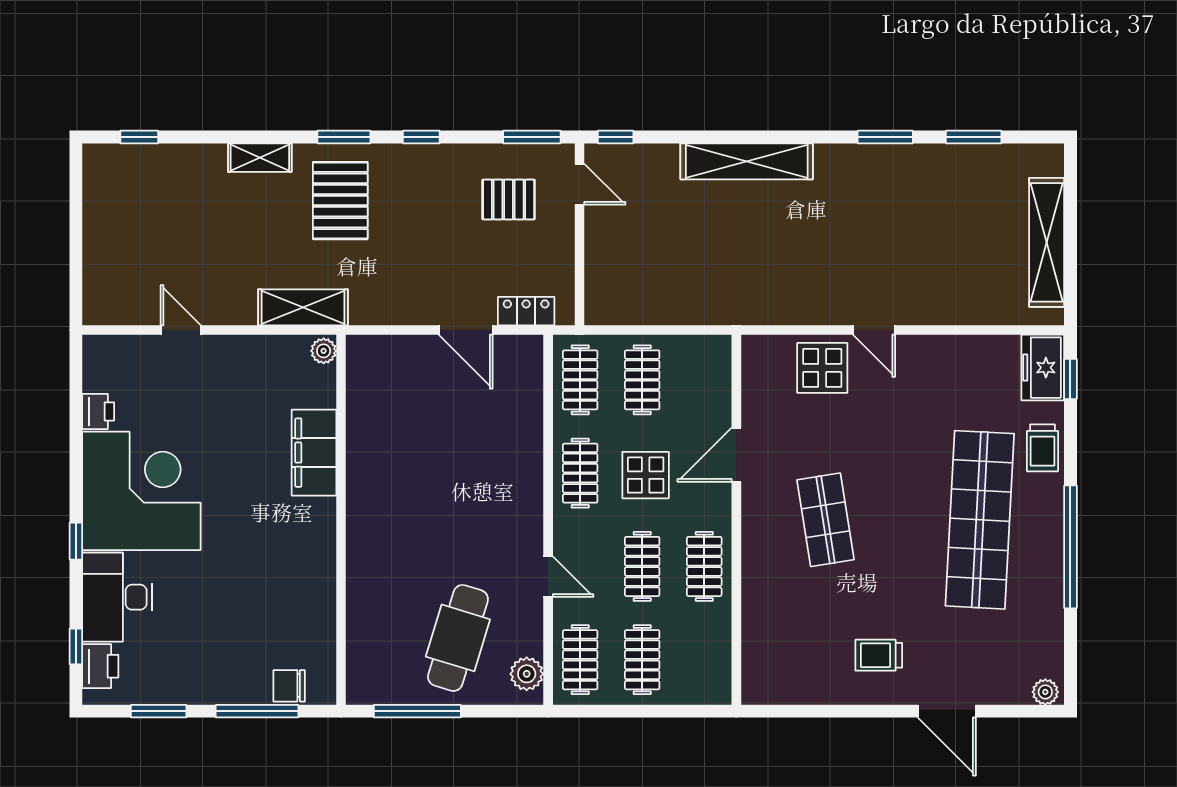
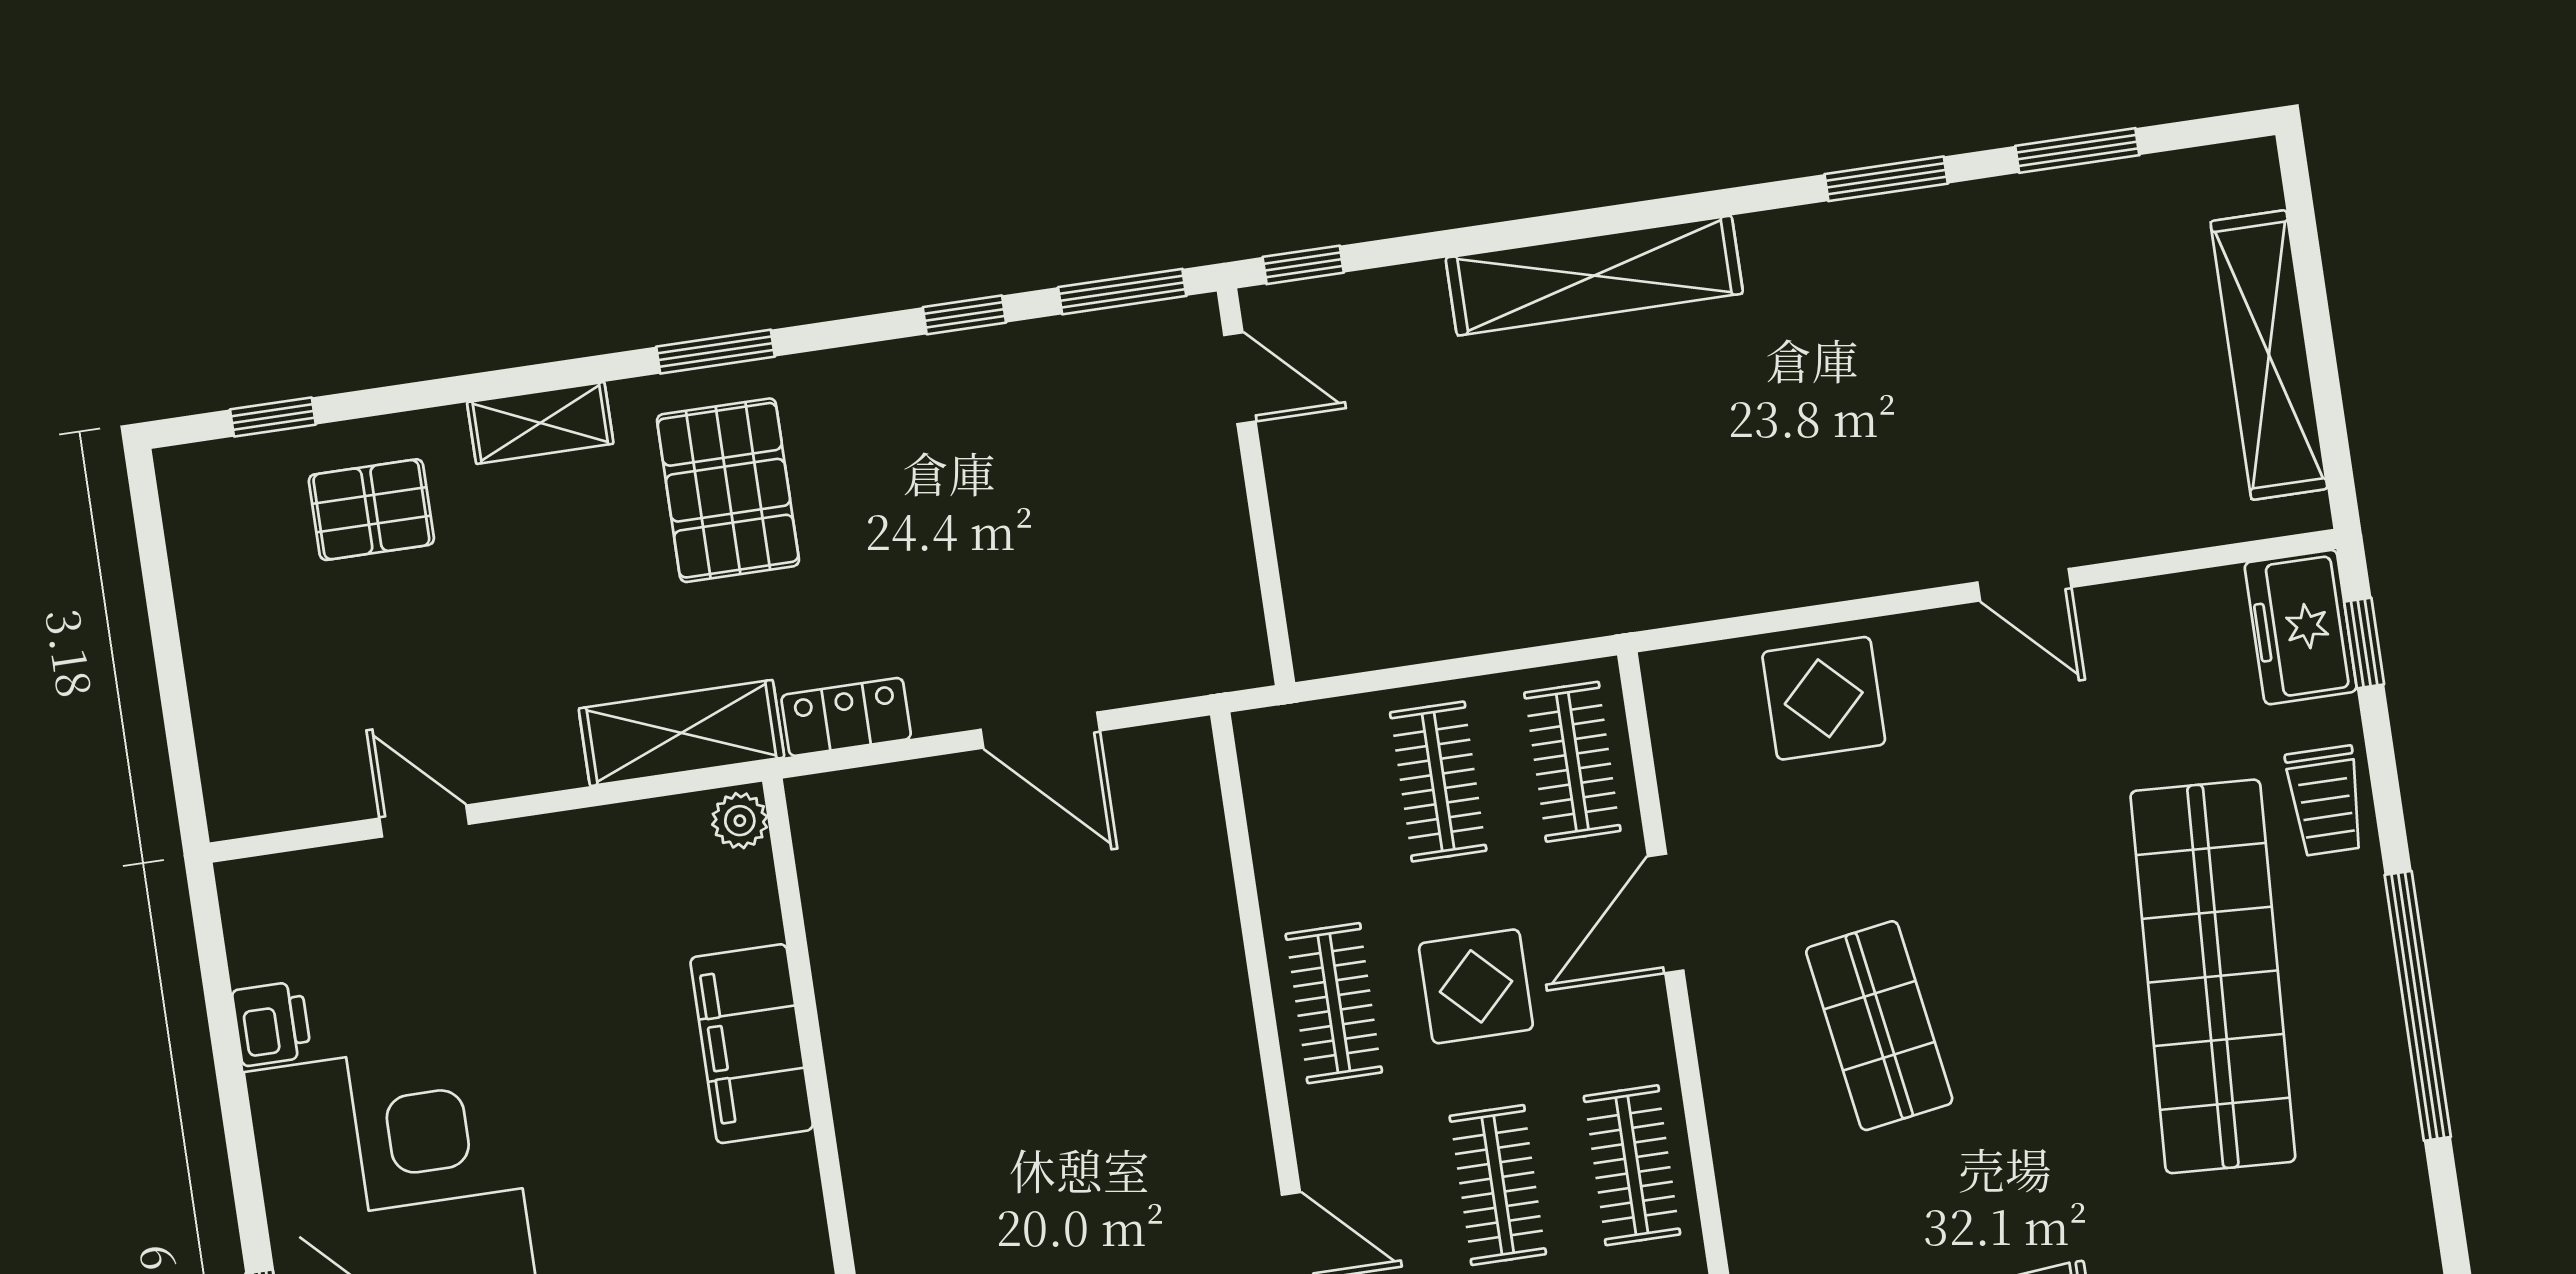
window: (421, 137) -> (964, 315), moved
pallet: (509, 200) -> (371, 510), moved
locker: (526, 311) -> (846, 717), moved
door: (874, 330) -> (2024, 585), moved
clothes rail: (580, 380) -> (1572, 762), moved

